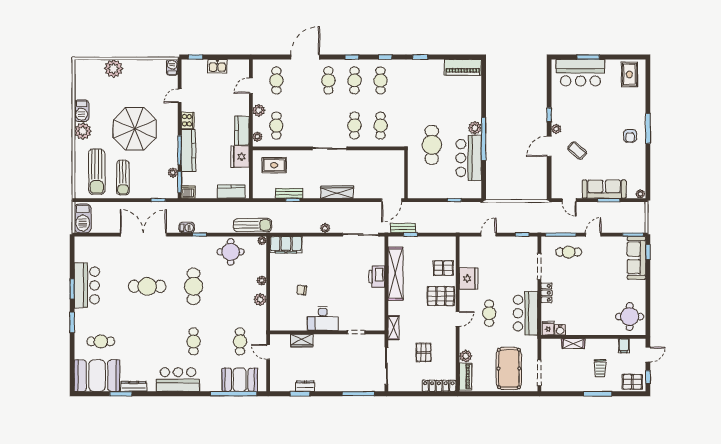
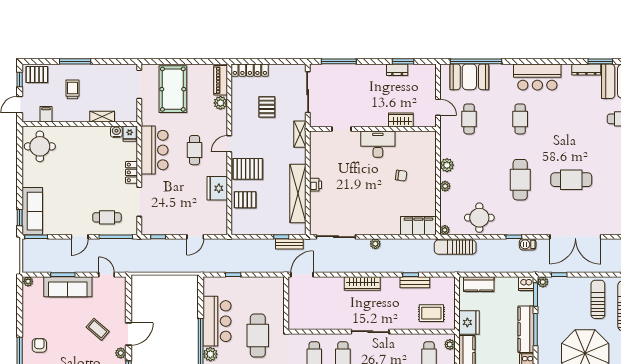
plant: (173, 173) -> (543, 282), moved
printer: (377, 277) -> (315, 185), width x0.53, depth x0.68

